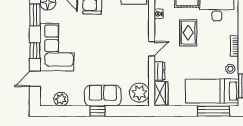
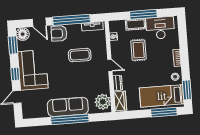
coffee table: (116, 33) -> (80, 55), added
door: (152, 49) -> (110, 65), hinge flipped
sofa: (103, 96) -> (68, 107), width x1.36
plant: (61, 99) -> (39, 112), removed
window: (98, 111) -> (70, 119), width x3.17

